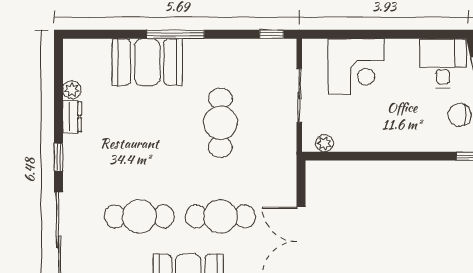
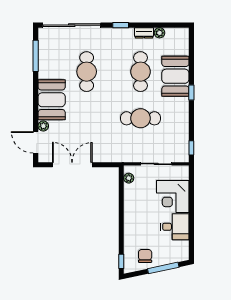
window: (175, 34) -> (191, 92), width x0.46
desk: (443, 63) -> (175, 227), moved
cafe table: (220, 216) -> (141, 72), moved

